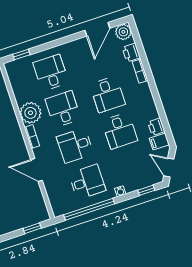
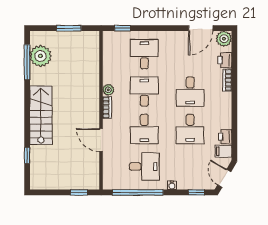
plant: (30, 113) -> (108, 90), width x0.53, depth x0.53
desk: (75, 146) -> (144, 129), turned -90

